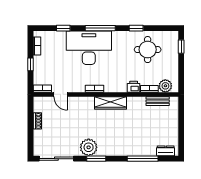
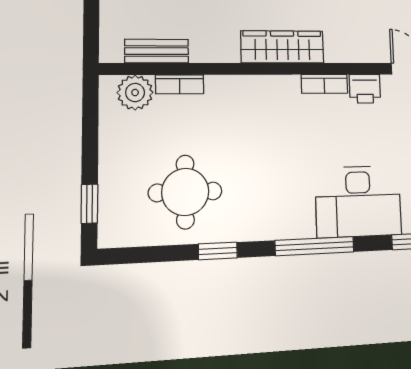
desk: (89, 48) -> (358, 201), width x0.73, depth x0.77
printer: (134, 87) -> (365, 89), moved

